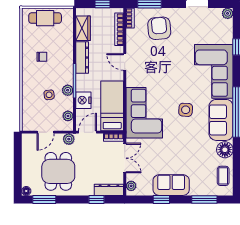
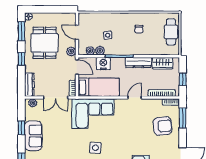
plant: (68, 90) -> (100, 51), moved
dining table: (58, 171) -> (45, 43), turned 90
window: (96, 199) -> (21, 59), moved

